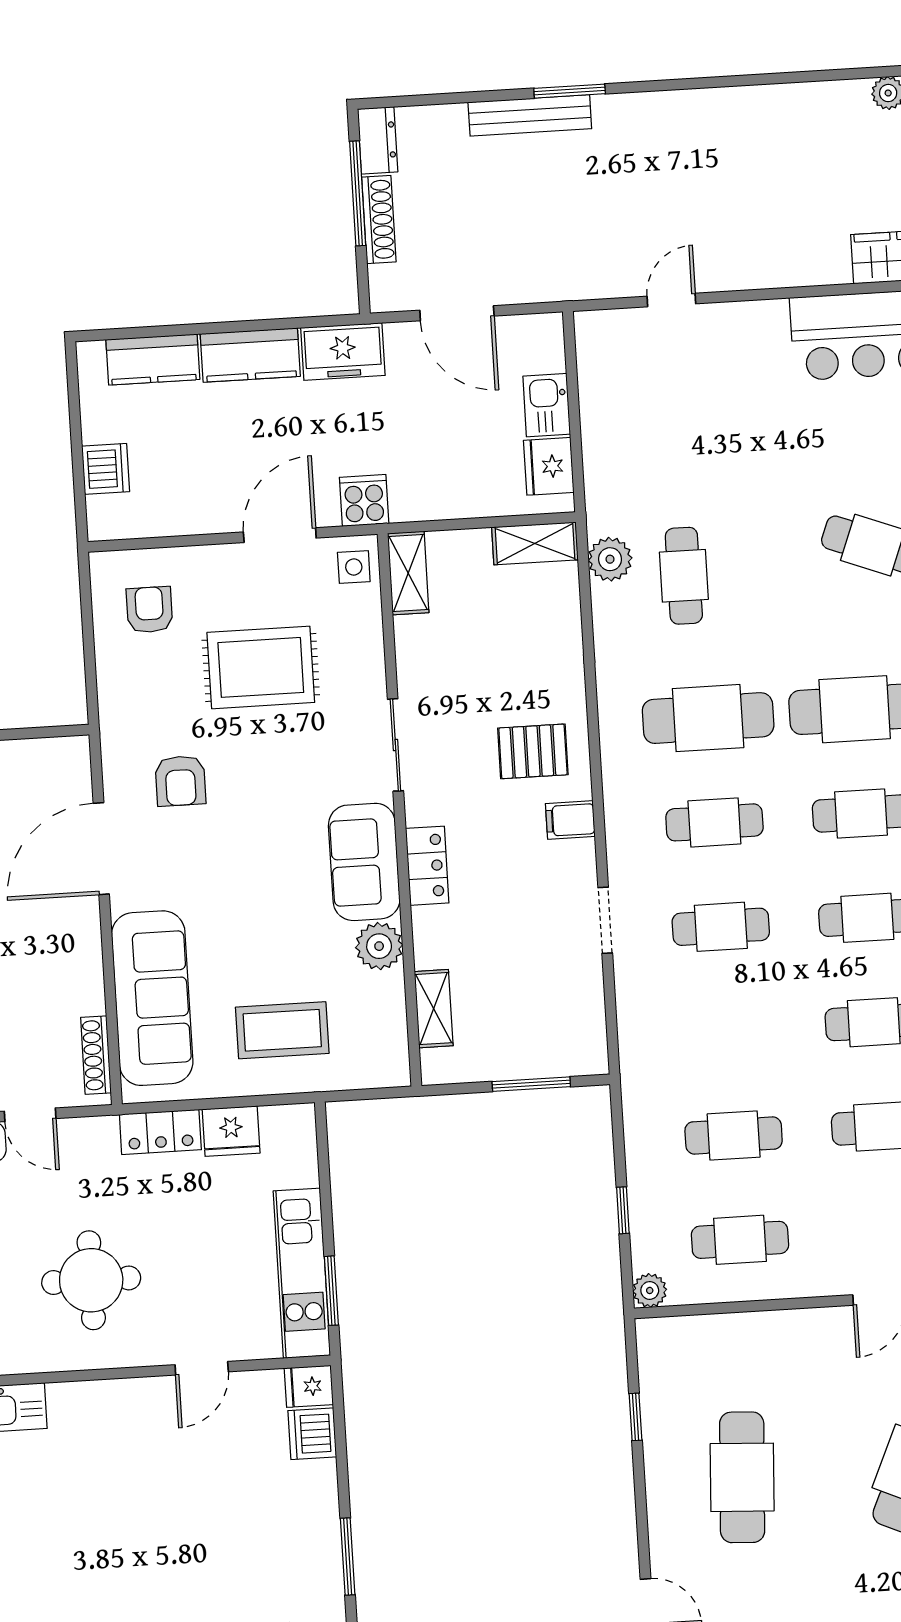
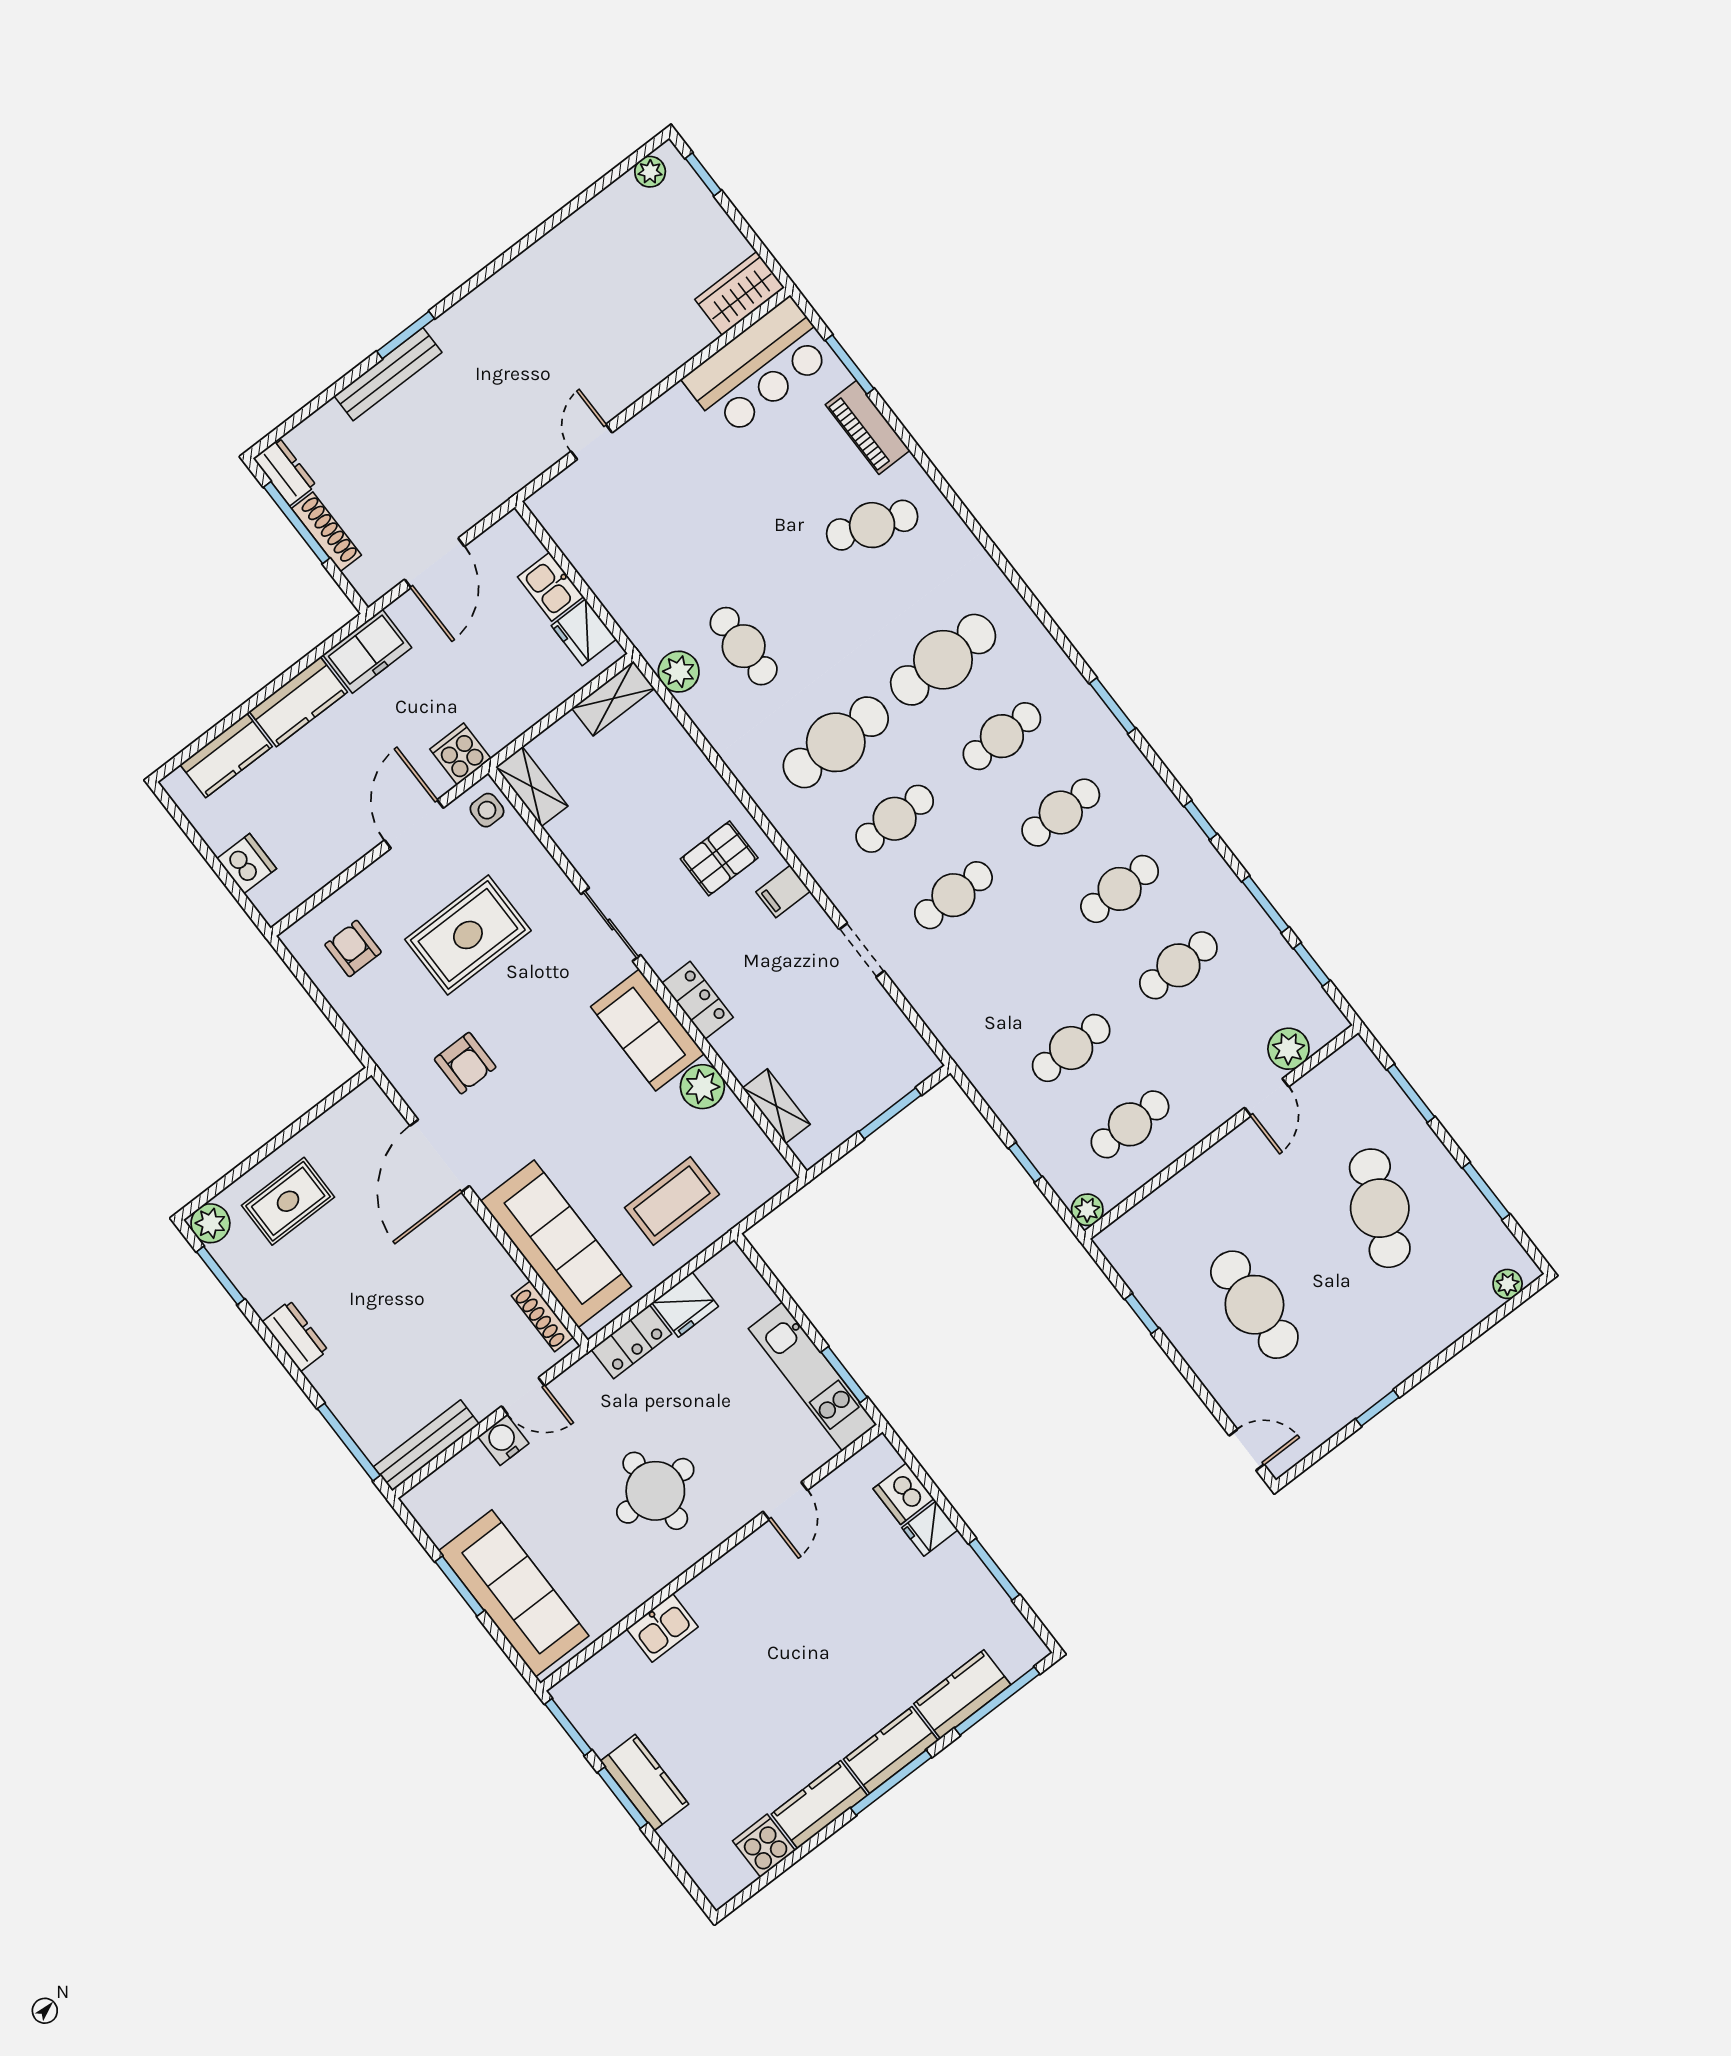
door: (457, 313) -> (434, 563), hinge flipped
fridge: (309, 1386) -> (930, 1529), moved

